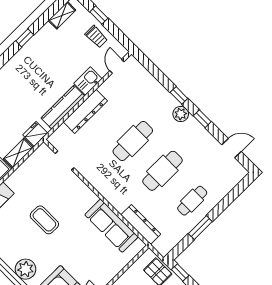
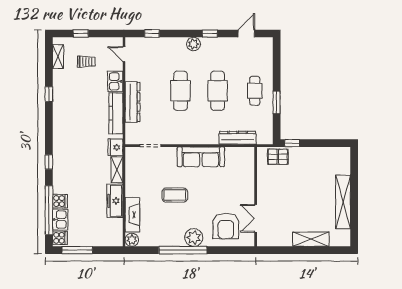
trolley: (96, 37) -> (86, 62), moved
window: (179, 95) -> (152, 34), moved
sofa: (111, 226) -> (201, 157), moved

